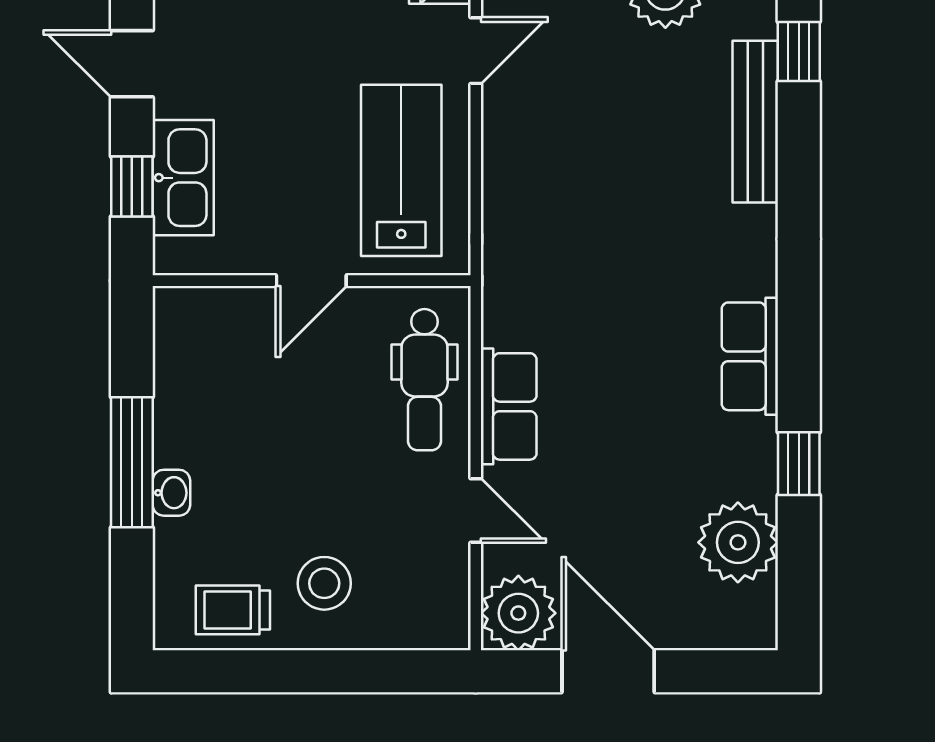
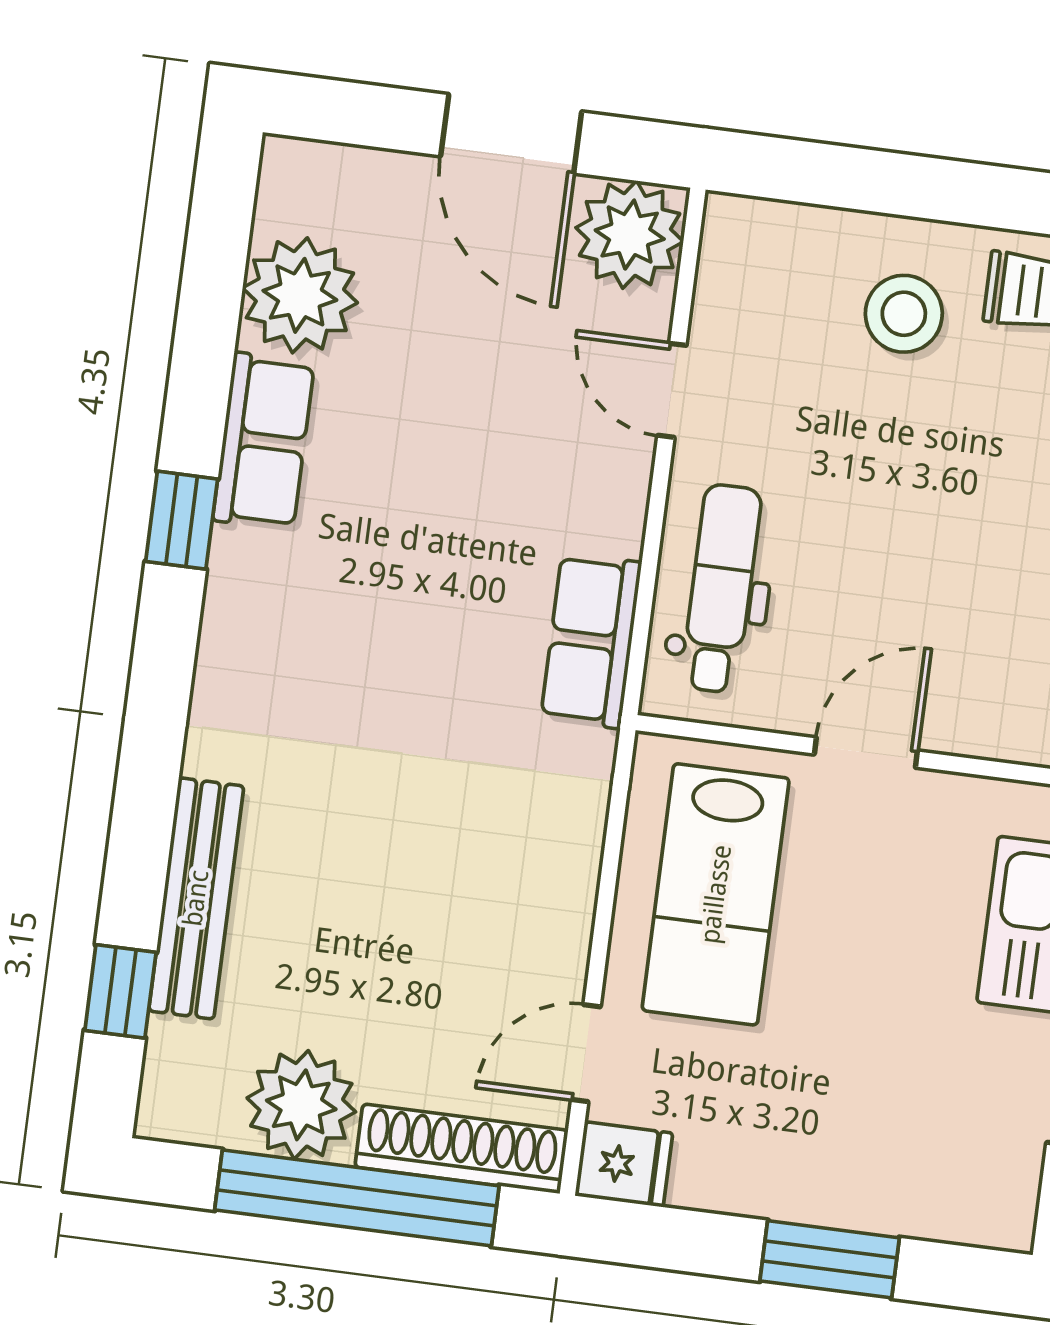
row of seats: (750, 356) -> (264, 441), moved
row of seats: (509, 406) -> (591, 641), moved
window: (799, 464) -> (182, 520), moved

